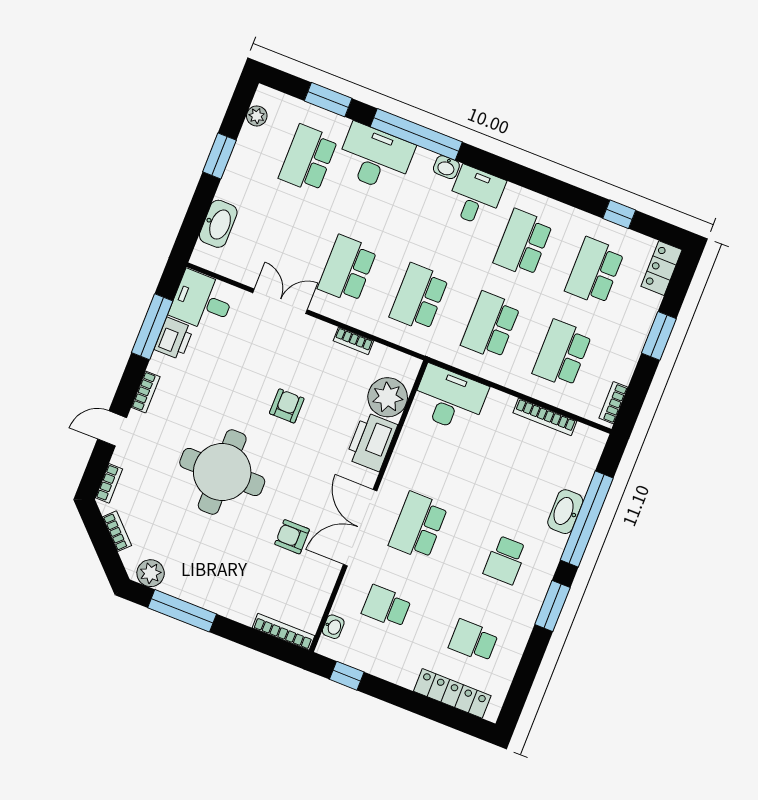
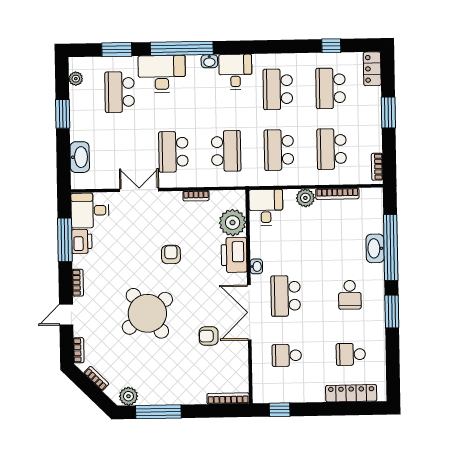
school desk: (419, 297) -> (226, 151), turned 180
desk: (449, 399) -> (266, 207), width x0.73
plant: (499, 405) -> (305, 198), added
round table: (222, 472) -> (147, 313), turned -37
washbasin: (333, 627) -> (256, 266), moved

